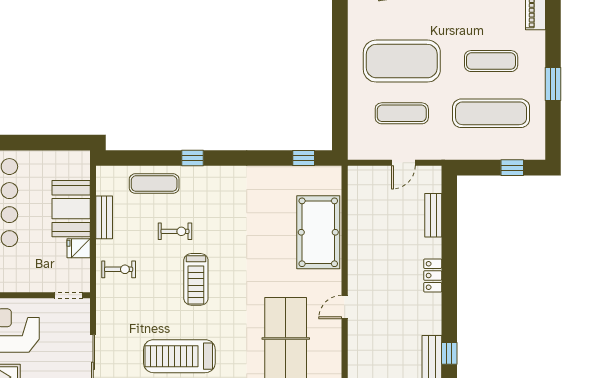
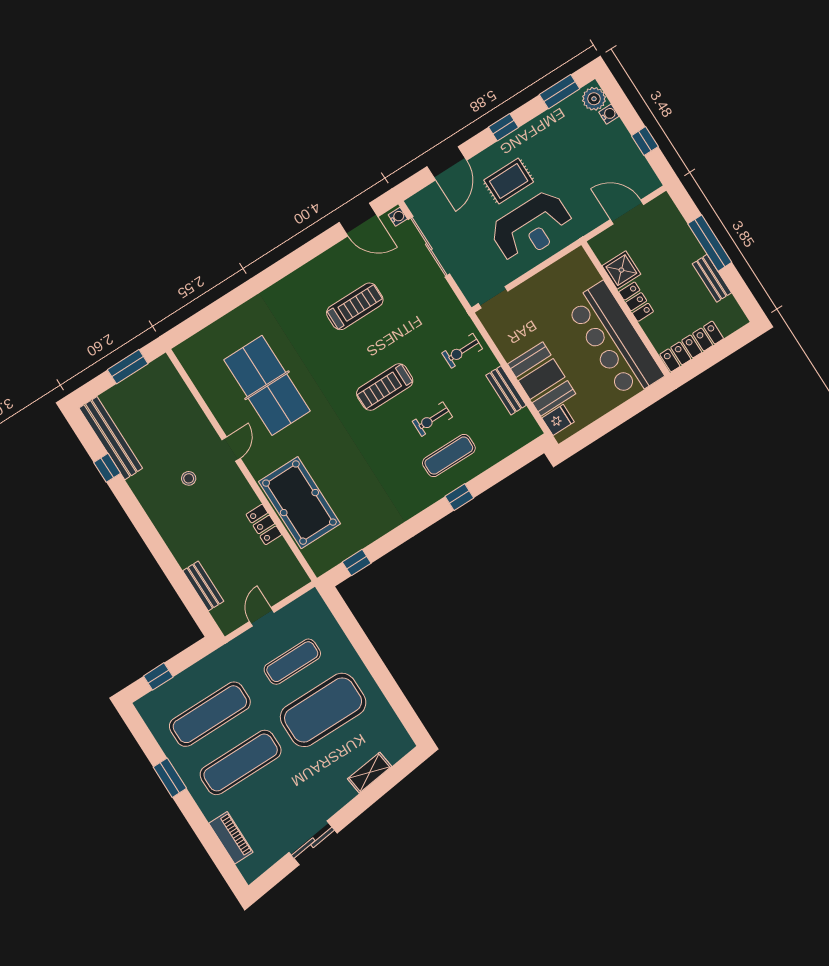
exercise mat: (491, 61) -> (241, 762), width x1.36, depth x1.45
exercise mat: (154, 184) -> (449, 456), moved
fridge: (79, 248) -> (558, 420), moved
locker: (433, 275) -> (264, 525), moved, turned 180
treadmill: (196, 279) -> (385, 387), turned -90
stool: (392, 305) -> (189, 478), added
treadmill: (179, 356) -> (355, 306), width x0.73, depth x0.73

